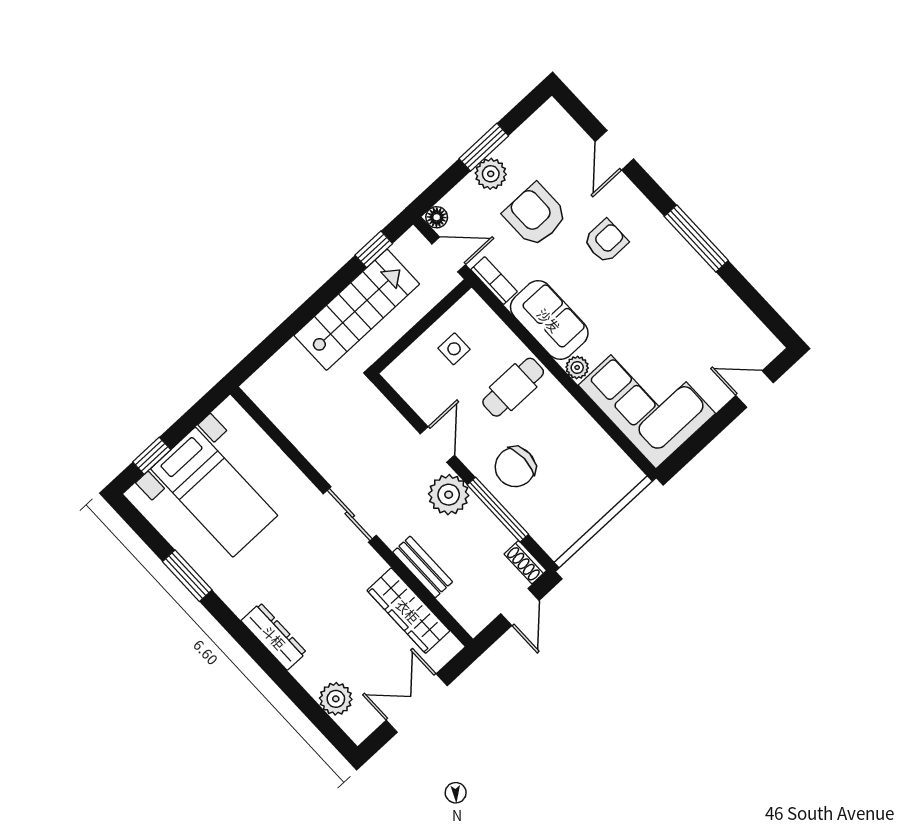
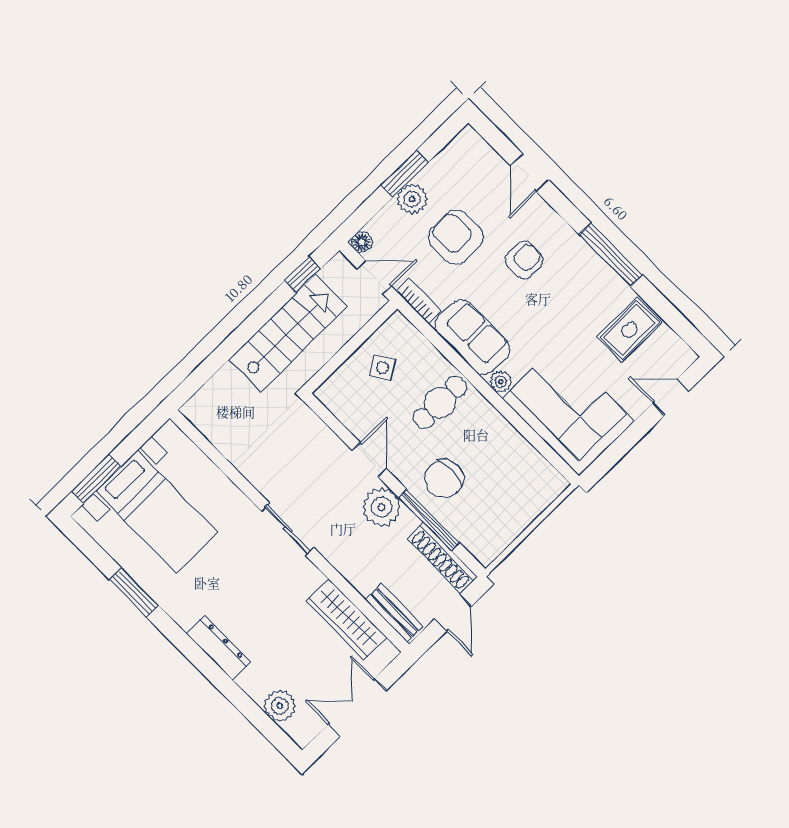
rug: (713, 318) -> (630, 330), added
side table: (454, 349) -> (382, 368), turned -34
window: (152, 456) -> (96, 479), width x1.50
shoe rack: (525, 562) -> (442, 558), width x1.94, depth x1.24
bench: (423, 567) -> (394, 613), moved

